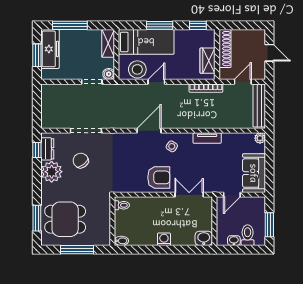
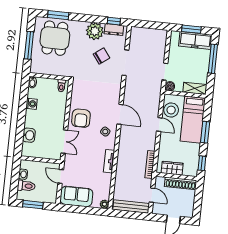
washbasin: (204, 238) -> (29, 135), moved
washing machine: (164, 239) -> (31, 104), moved

